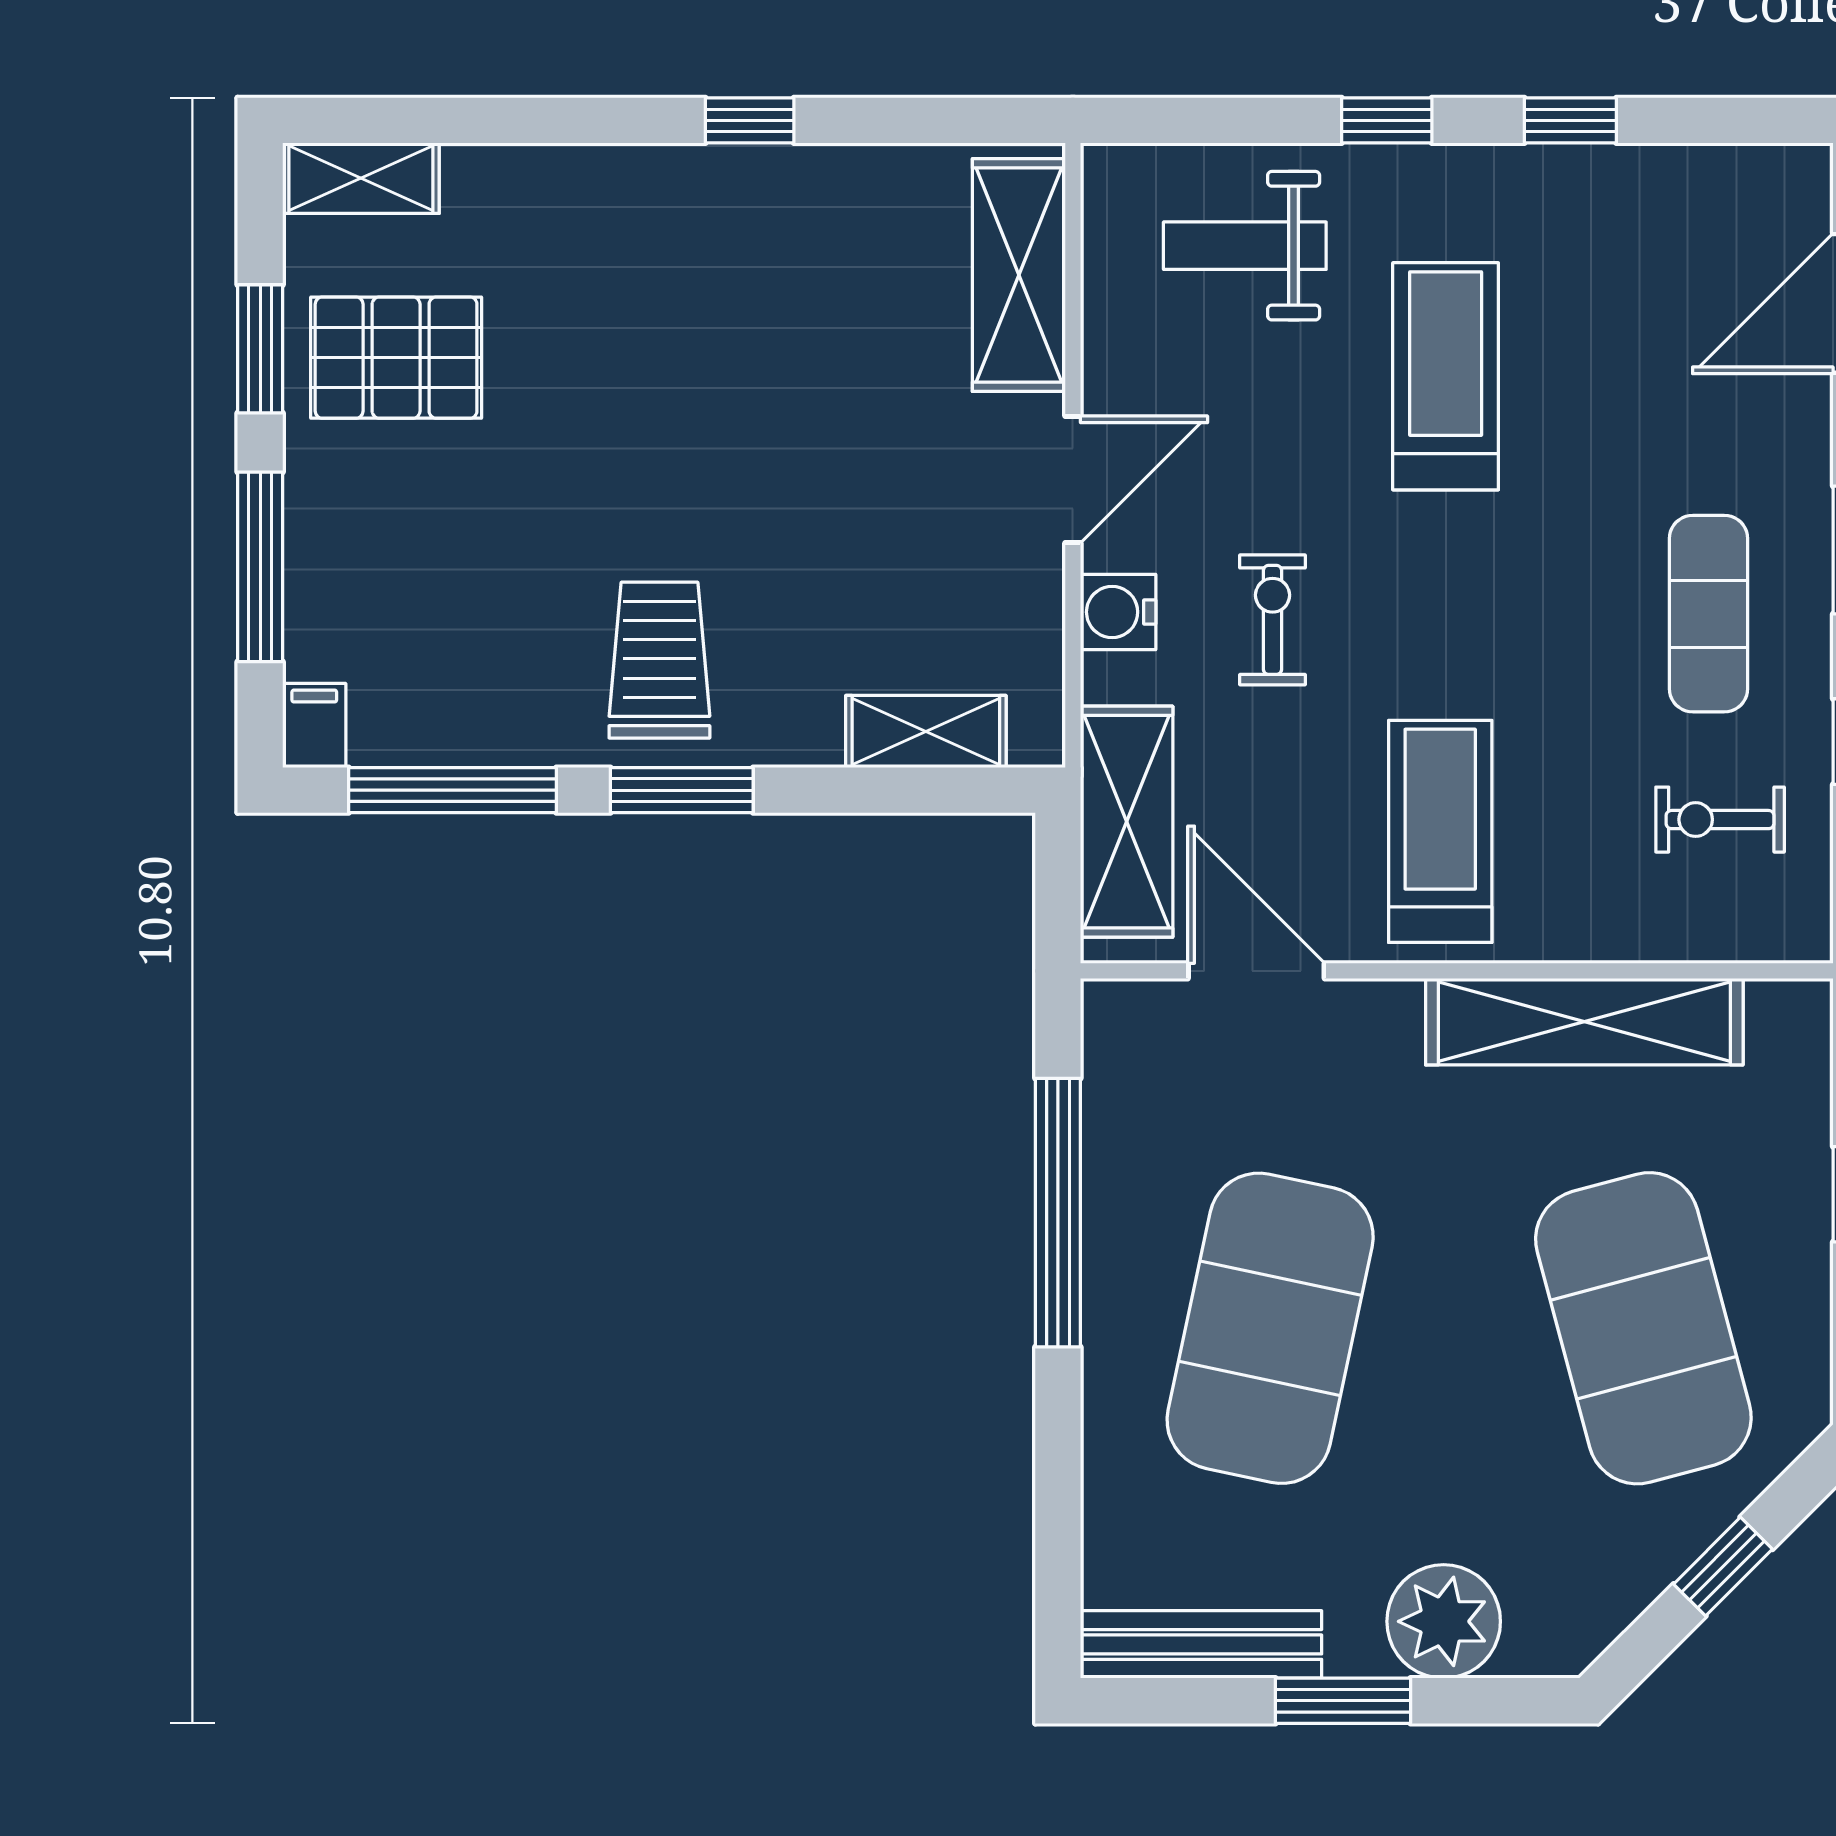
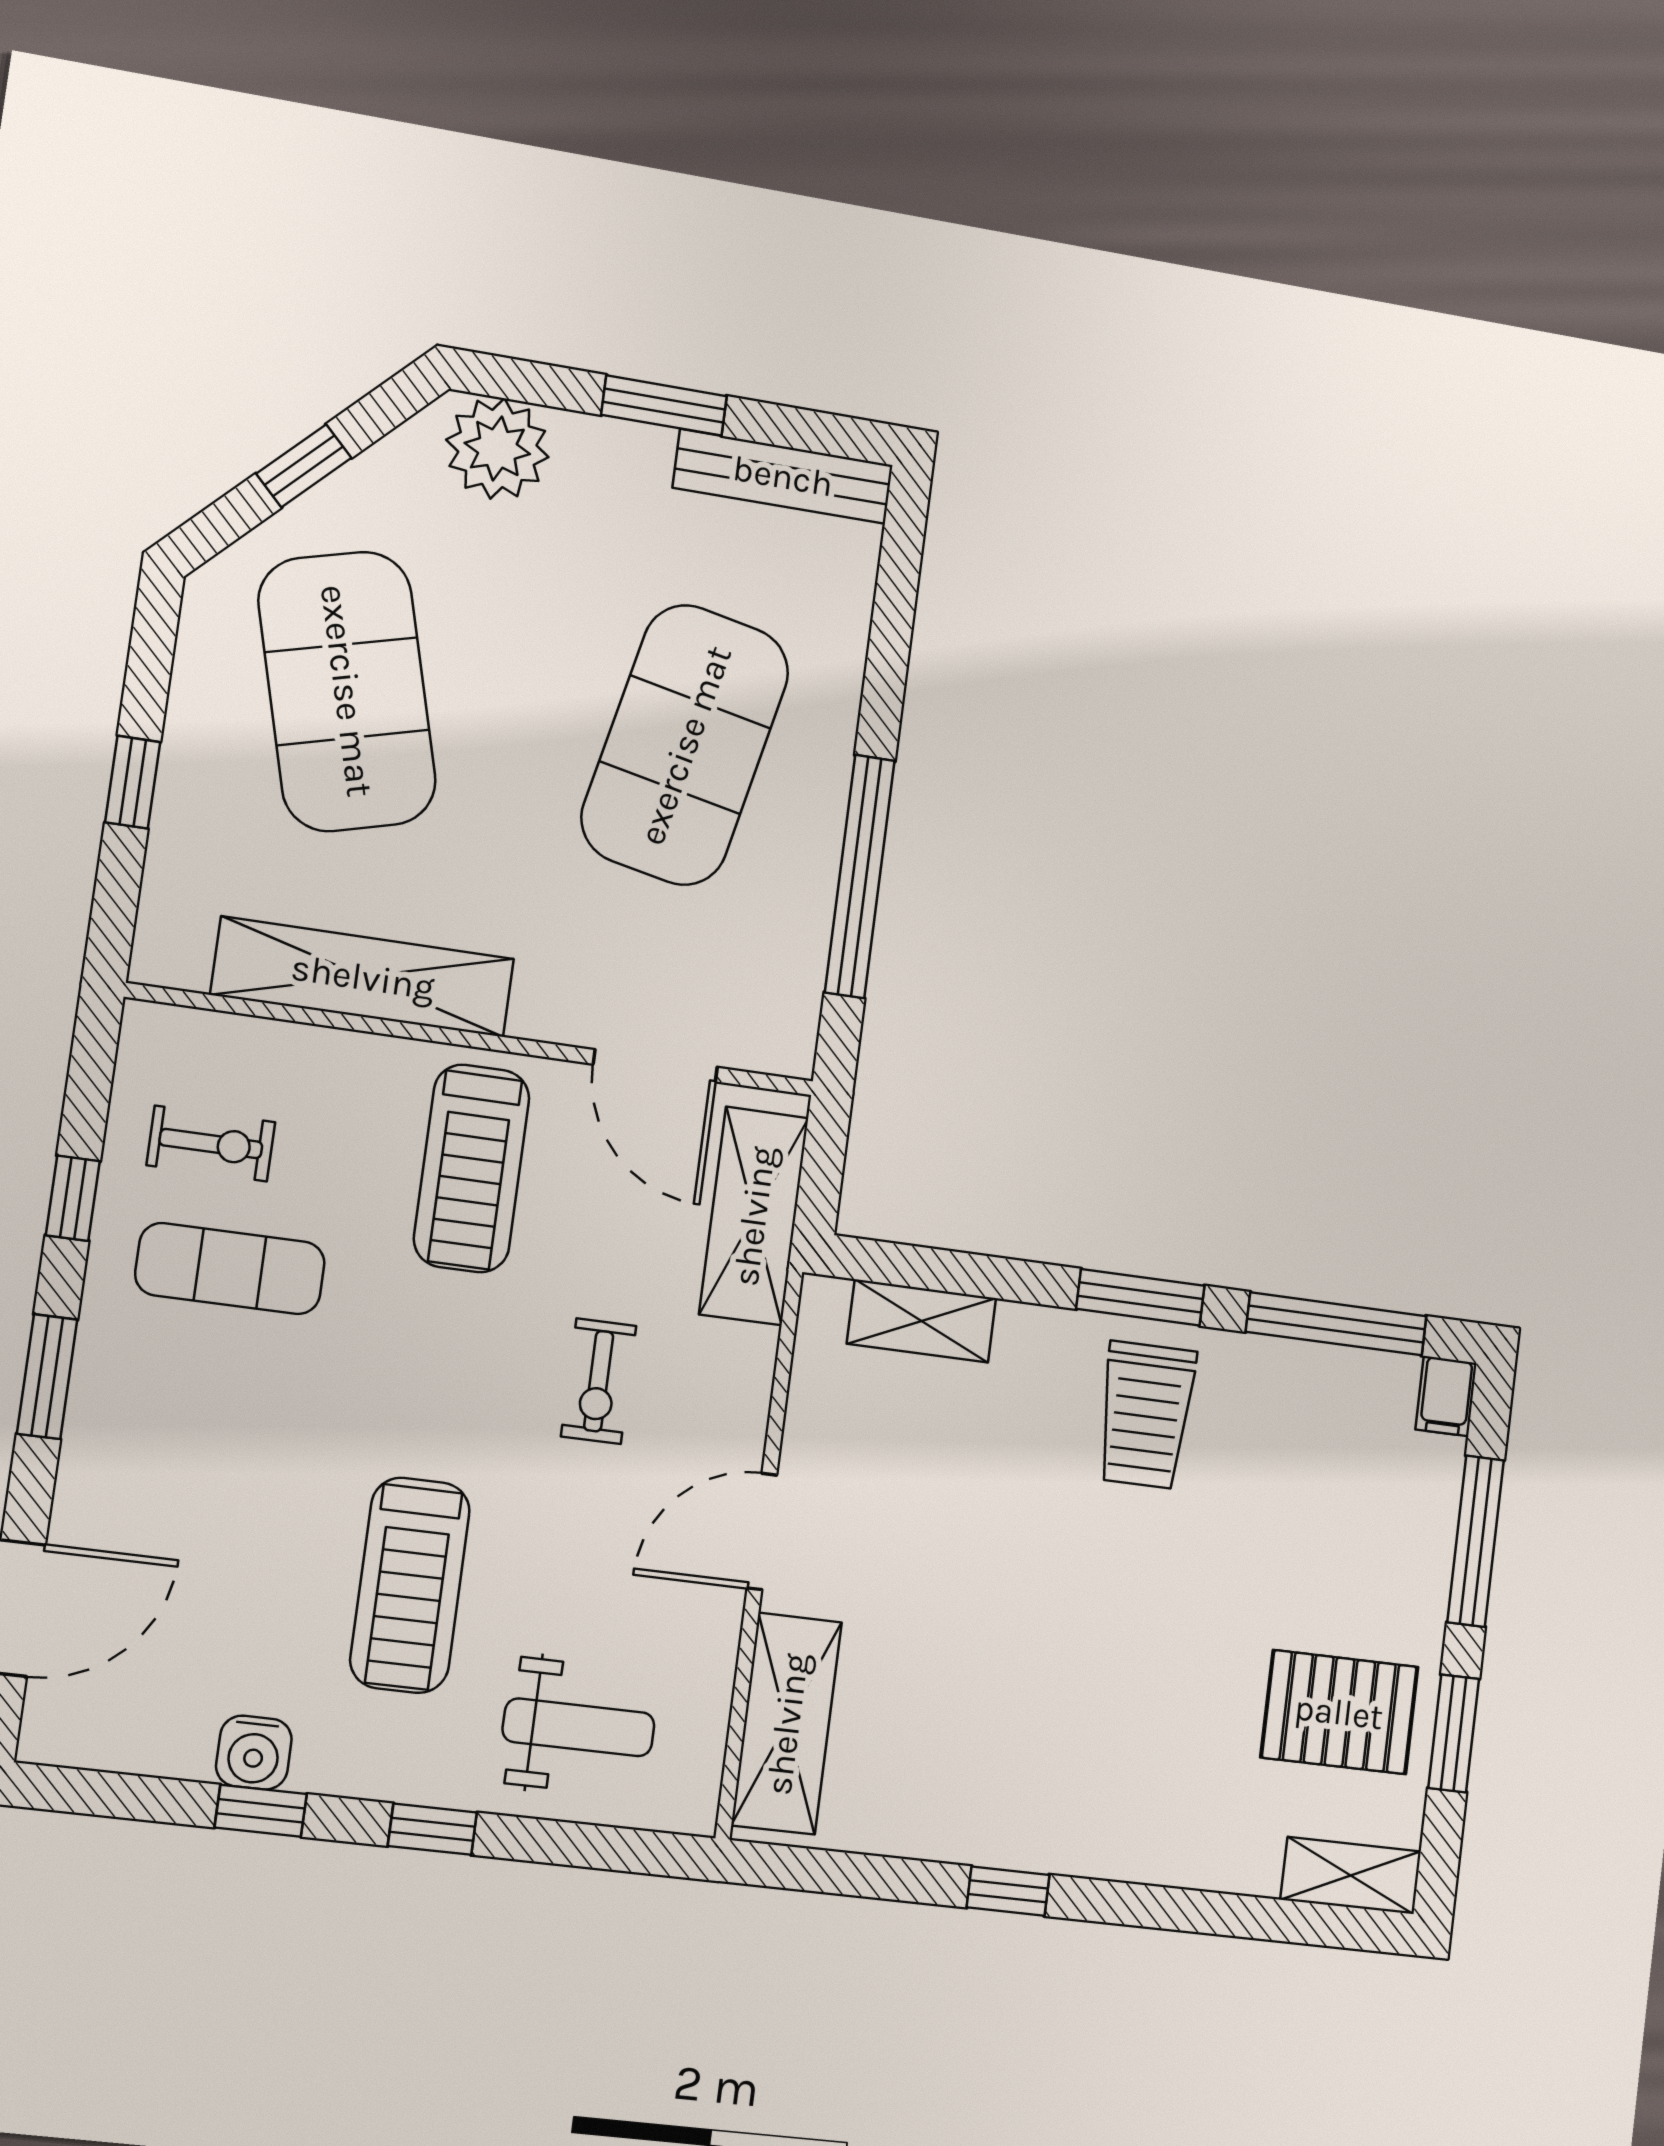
water cooler: (1118, 612) -> (254, 1753), moved, turned 90
exercise mat: (1709, 614) -> (230, 1269), moved, turned 90
plant: (1444, 1621) -> (497, 448), moved

